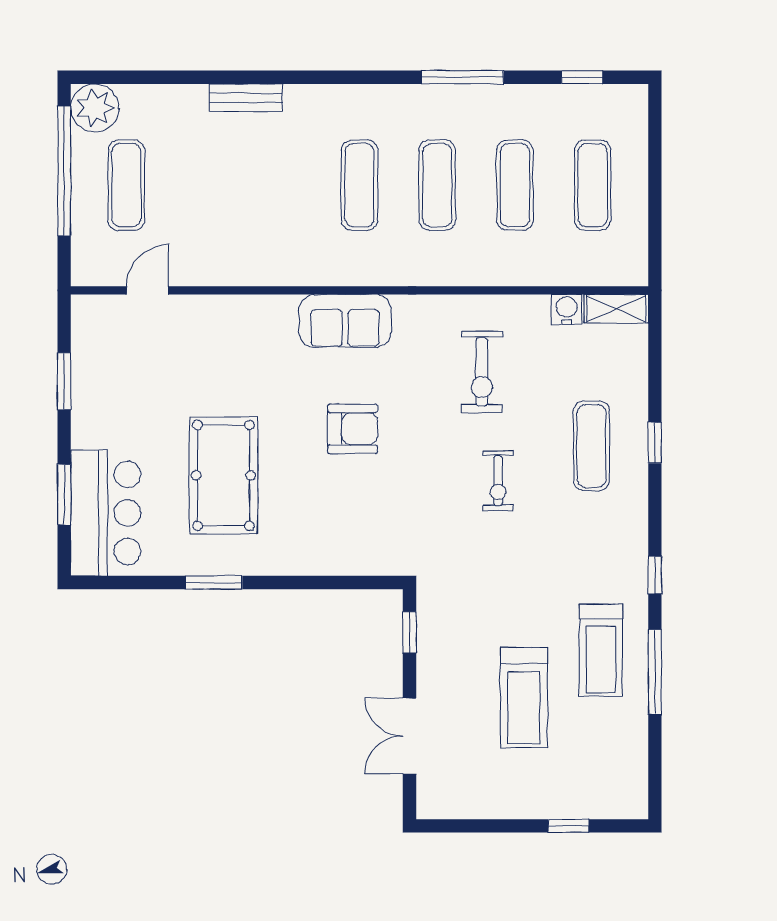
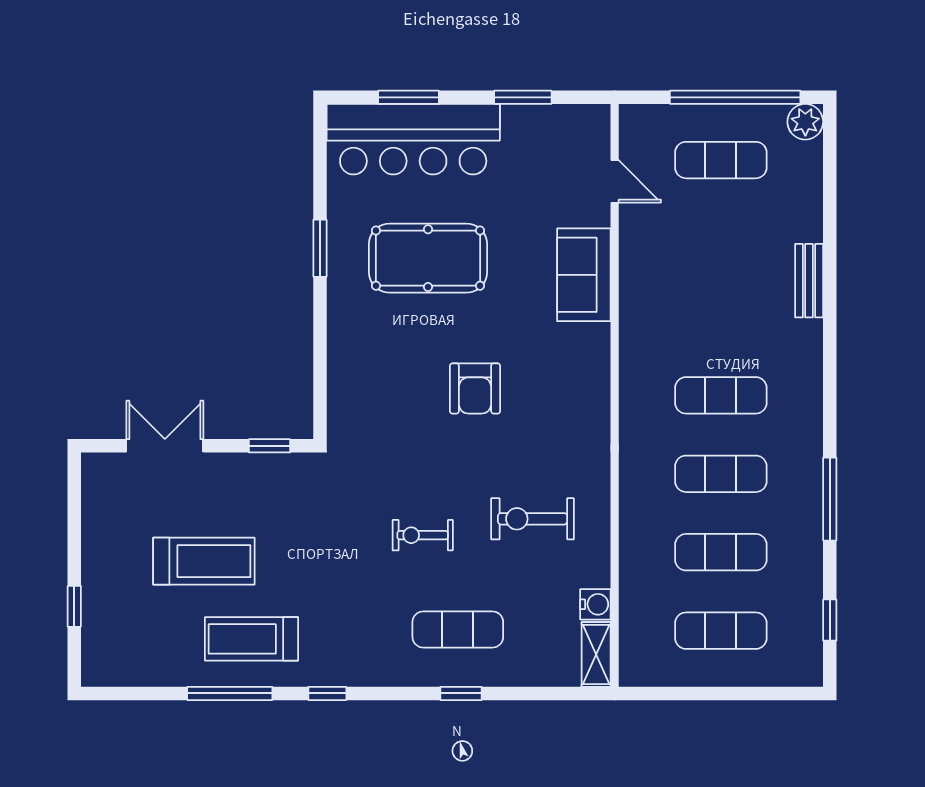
plant: (95, 108) -> (805, 122), width x0.73, depth x0.73
sofa: (345, 321) -> (584, 275), moved
bar counter: (106, 513) -> (413, 139), width x1.36
treadmill: (524, 697) -> (204, 561), turned 180

